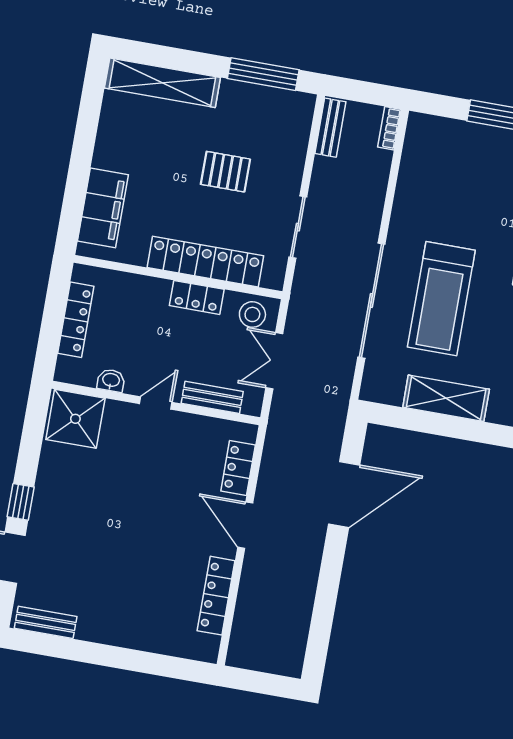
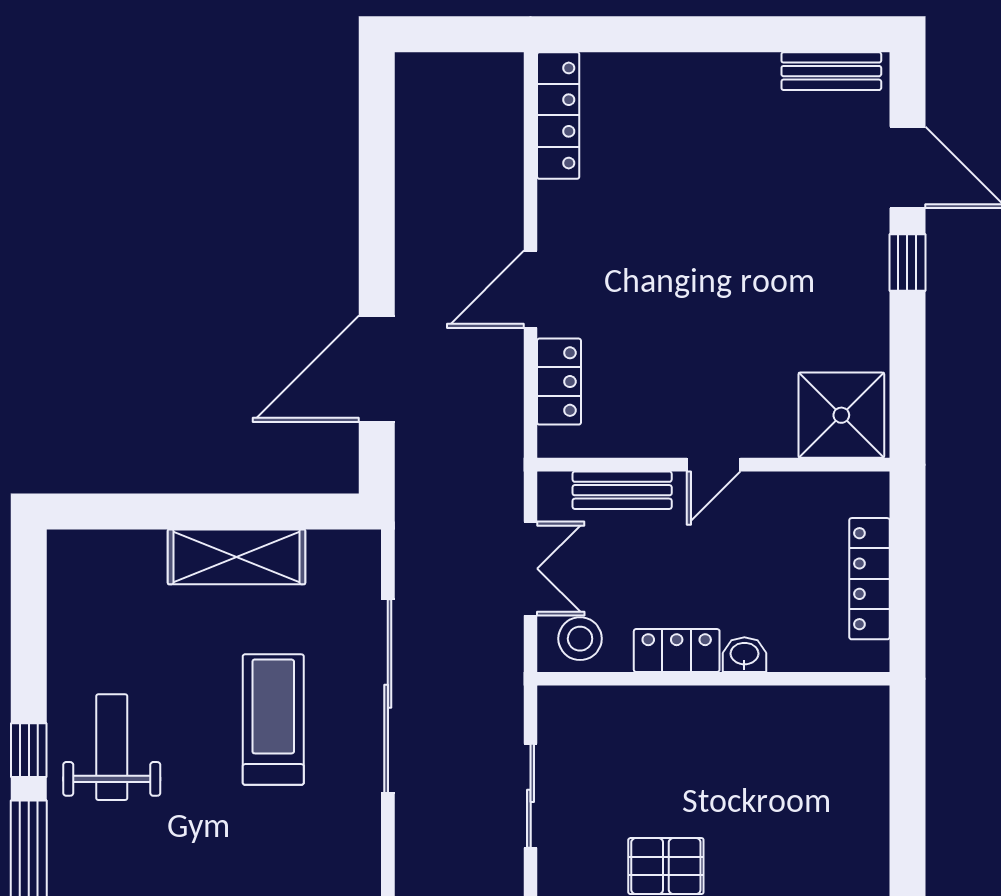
filing cabinet: (103, 208) -> (857, 771), removed
locker: (205, 262) -> (673, 712), removed
treadmill: (441, 299) -> (273, 720), width x0.73, depth x0.73
washbasin: (111, 380) -> (744, 655), moved, turned 180
door: (245, 525) -> (531, 289), swing flipped
locker: (216, 596) -> (558, 115), moved

